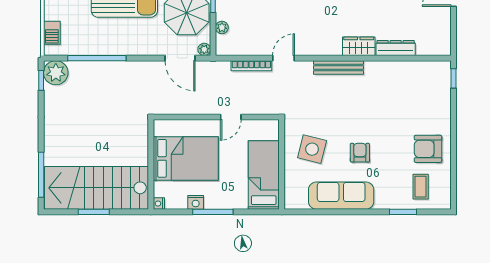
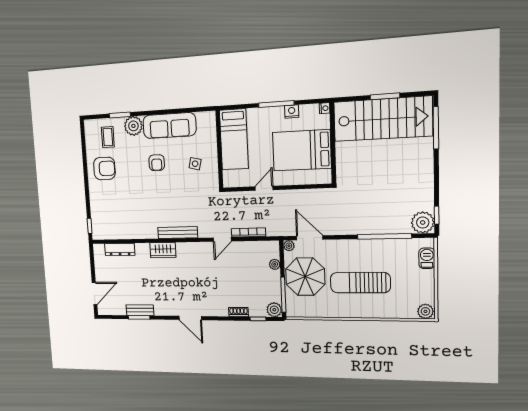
dresser: (396, 48) -> (120, 249), moved
side table: (312, 149) -> (195, 164), width x0.54, depth x0.54
plant: (387, 198) -> (133, 126), added

